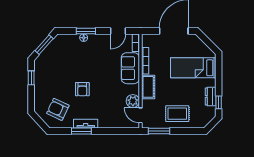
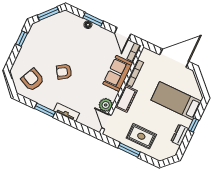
door: (118, 31) -> (123, 34), hinge flipped
armchair: (82, 89) -> (64, 72), turned 57
window: (219, 102) -> (193, 125), moved
tv unit: (86, 124) -> (67, 112), moved
window: (159, 131) -> (129, 150), moved

